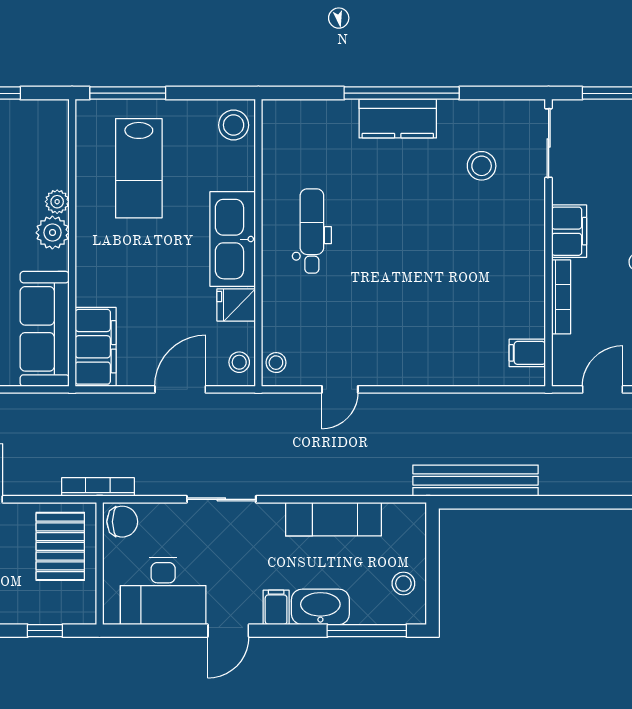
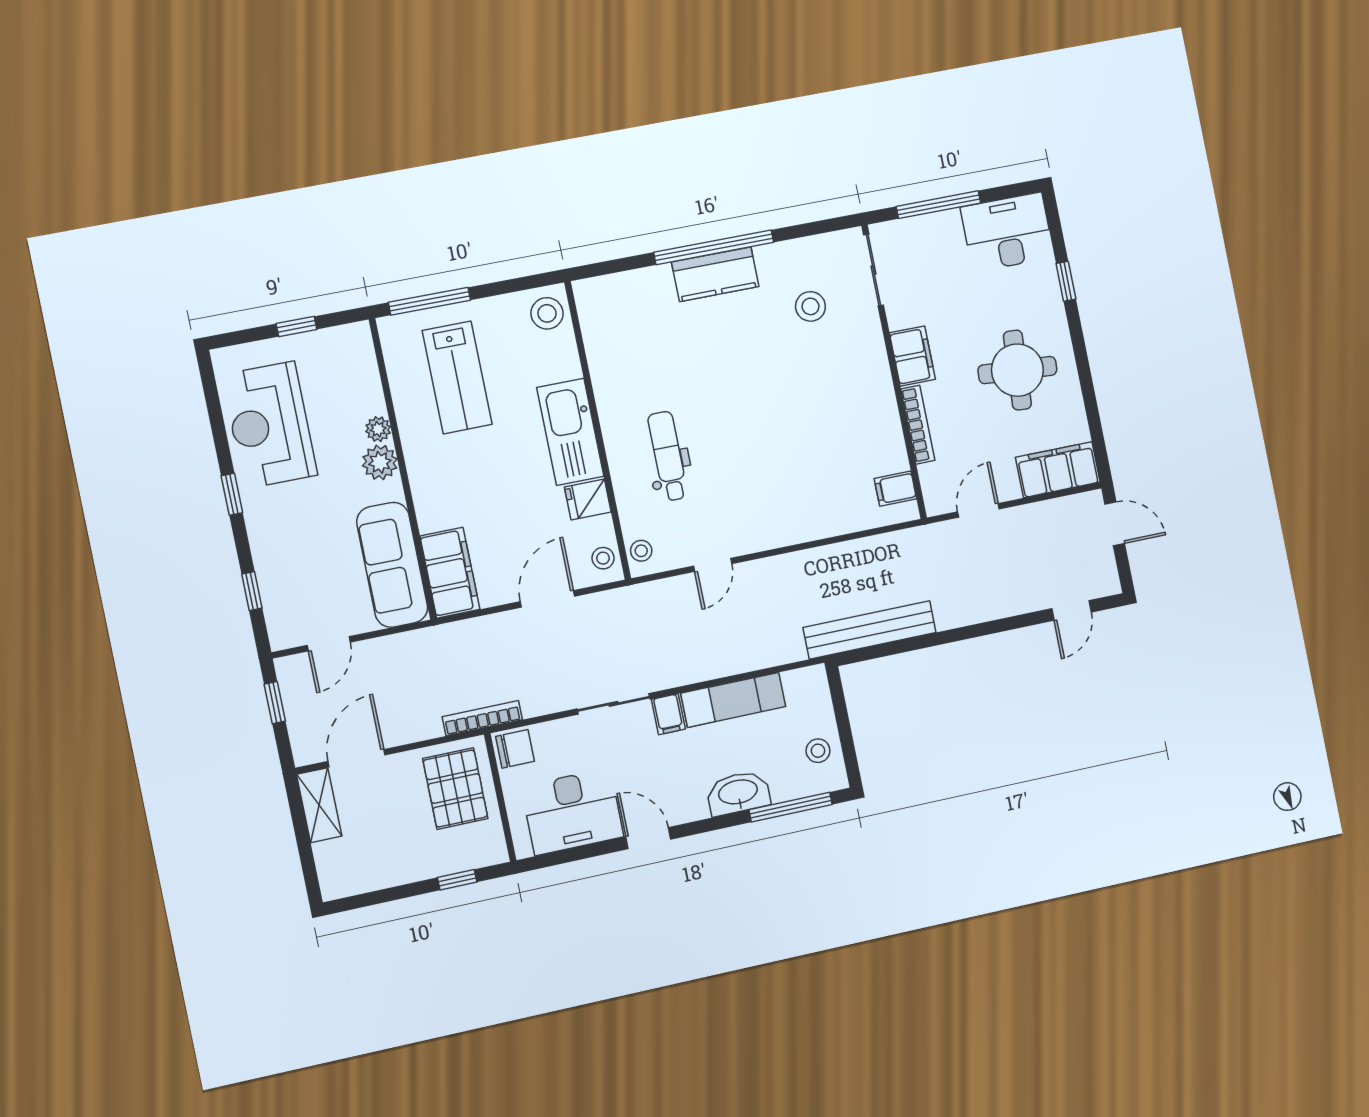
dental chair: (312, 231) -> (668, 456), moved
filing cabinet: (276, 607) -> (668, 714), moved, turned 180
door: (228, 631) -> (648, 838), swing flipped

